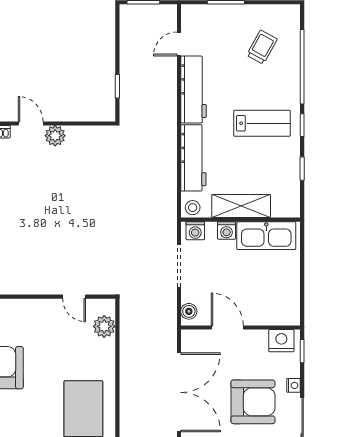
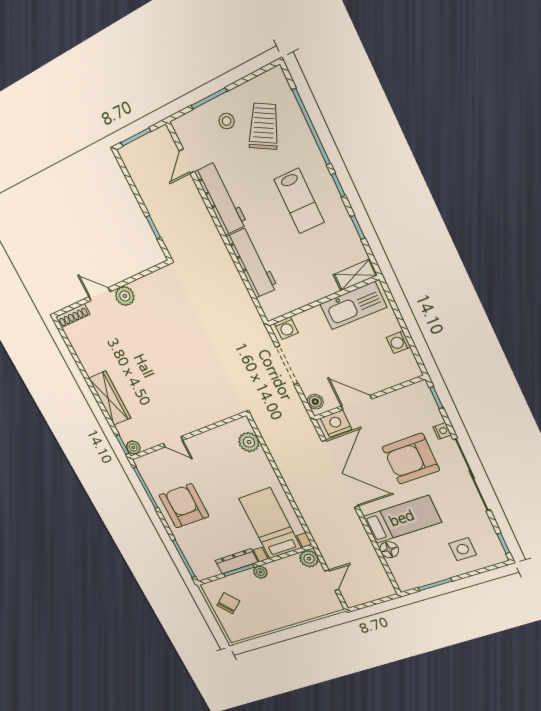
trolley: (262, 47) -> (264, 126), width x1.36, depth x1.39
lab bench: (262, 123) -> (299, 201), turned 90
shelving: (241, 206) -> (355, 275), moved, width x0.67, depth x0.75
stool: (193, 208) -> (227, 121), moved
washing machine: (227, 230) -> (398, 342), moved, turned 90
door: (74, 297) -> (173, 442), moved
nightstand: (281, 341) -> (336, 424), moved
armchair: (253, 402) -> (411, 459), turned 180

